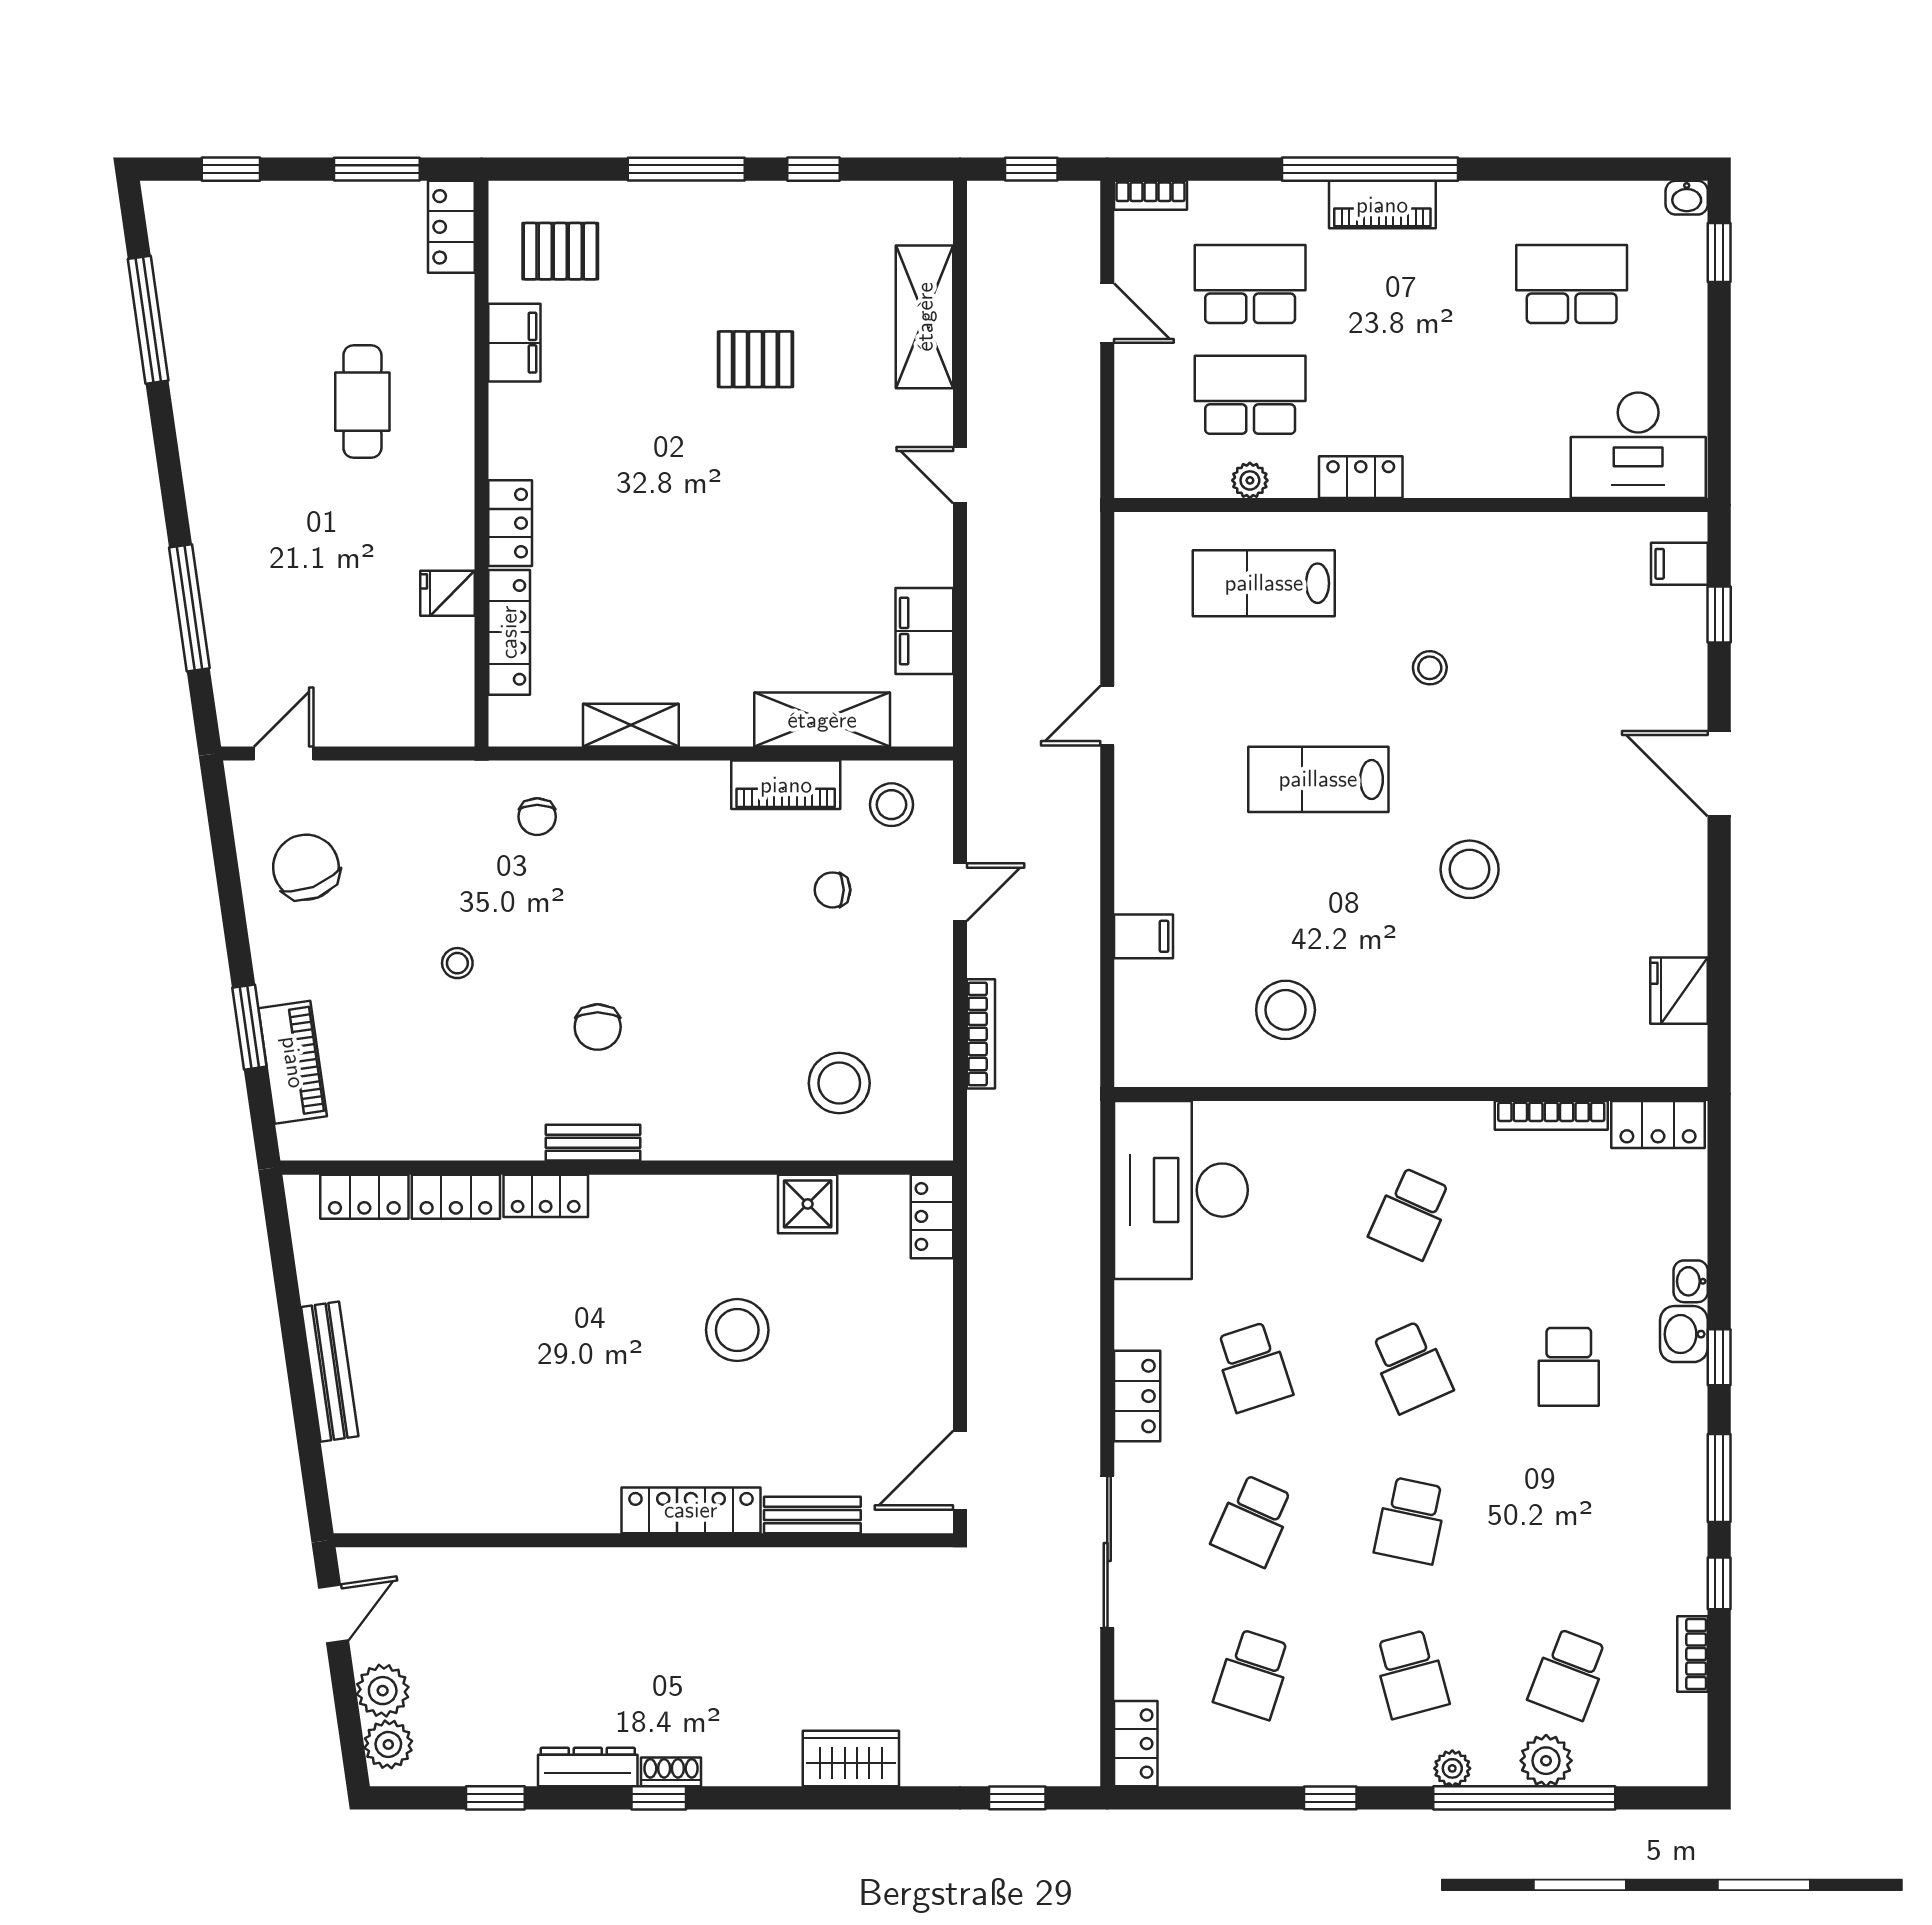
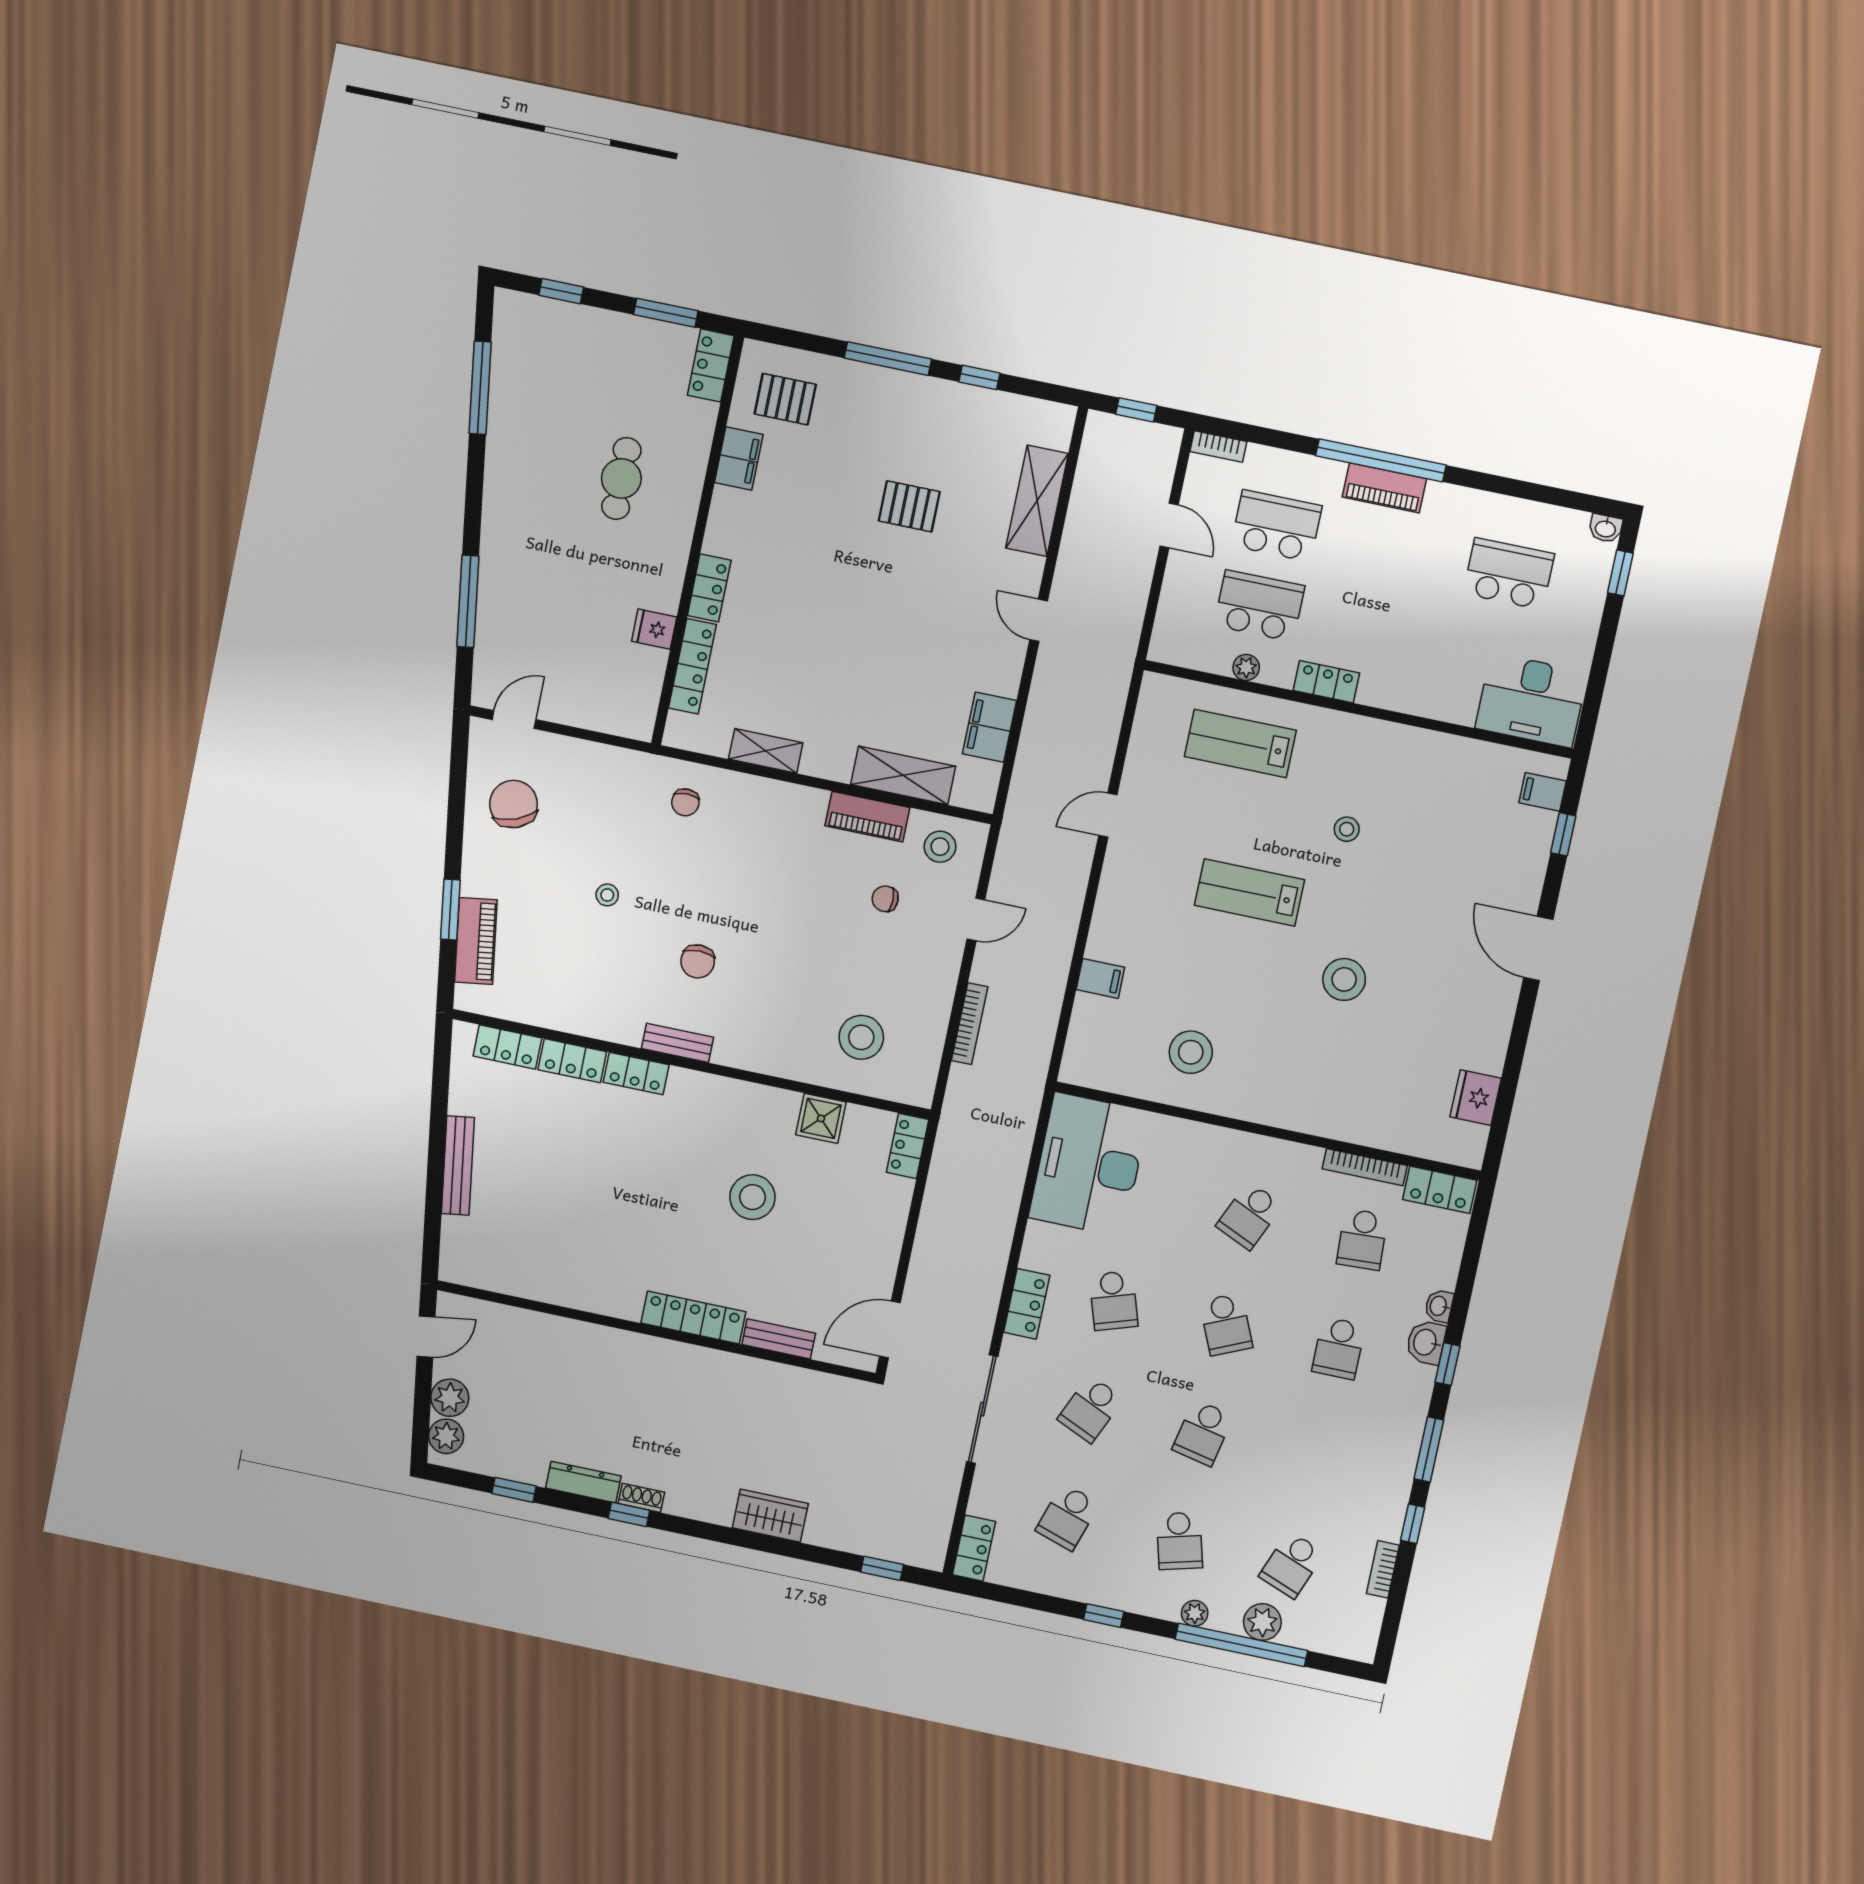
school desk: (1569, 1213) -> (1362, 1239), added

